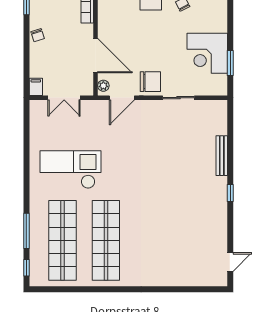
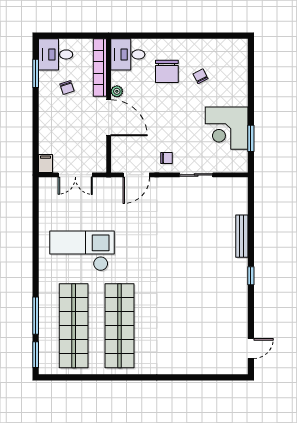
chair: (38, 35) -> (67, 87), moved
door: (96, 56) -> (109, 118), moved
chair: (150, 82) -> (166, 158), width x0.54, depth x0.54
plant: (103, 86) -> (117, 91), moved
window: (26, 268) -> (36, 355), width x1.50

